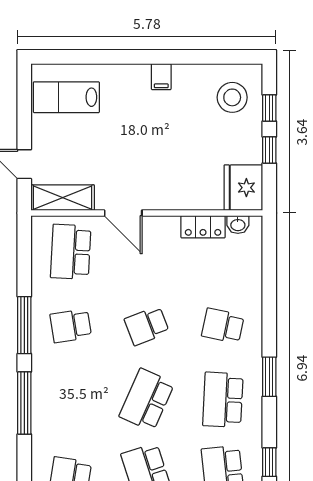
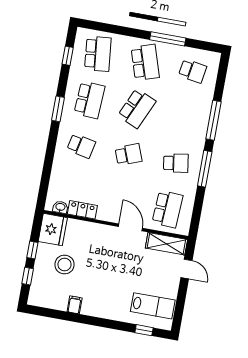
window: (73, 57) -> (144, 330), added
filing cabinet: (161, 77) -> (75, 305), moved
stool: (232, 97) -> (64, 265), moved

